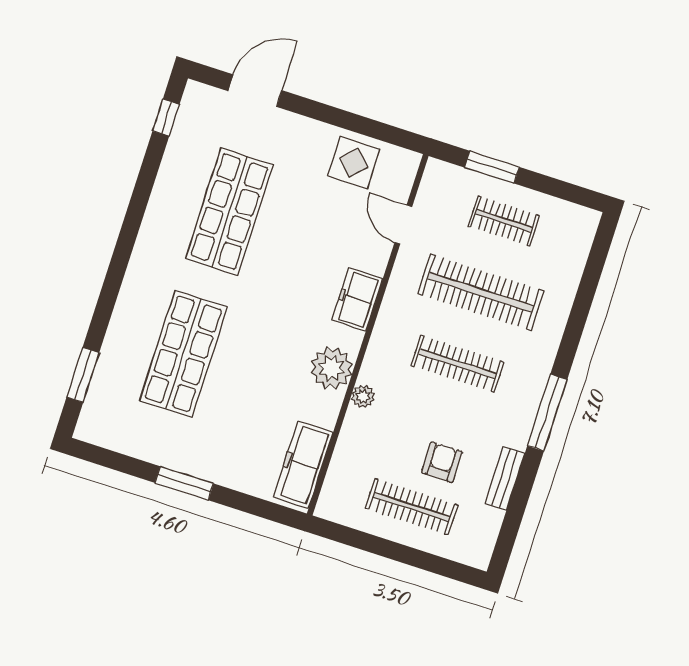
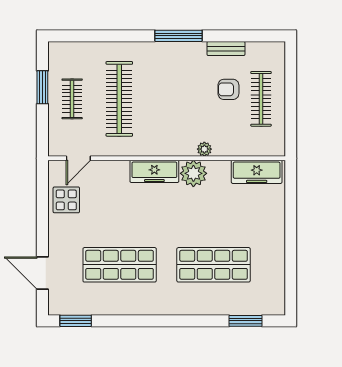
window: (166, 118) -> (76, 321), width x1.50
window: (492, 167) -> (42, 87), moved
door: (403, 224) -> (78, 158), moved
freezer: (357, 299) -> (154, 171), width x1.40
clothes rail: (458, 364) -> (167, 99), removed
window: (184, 483) -> (291, 239), removed

